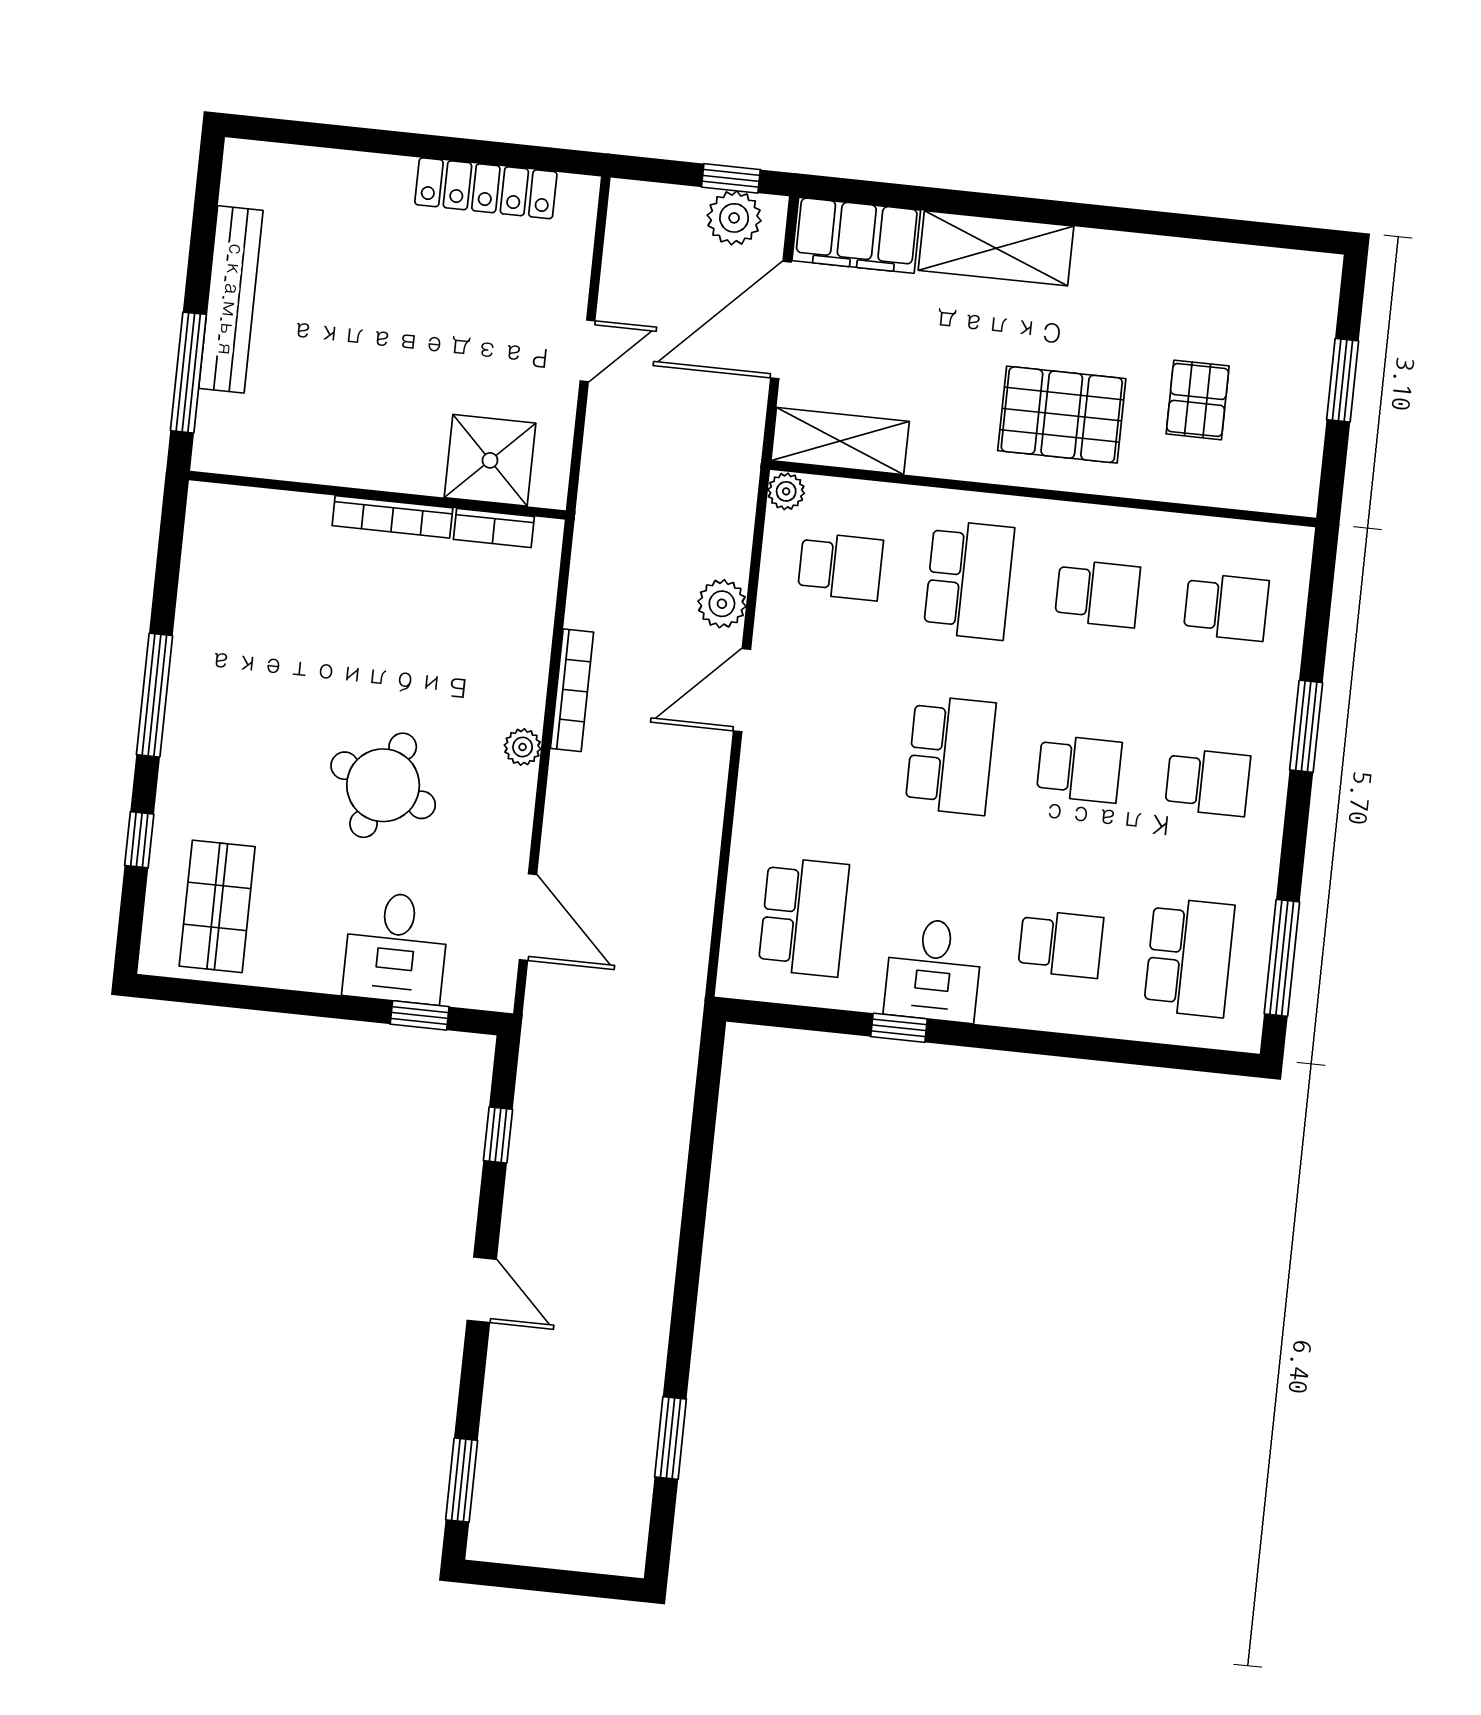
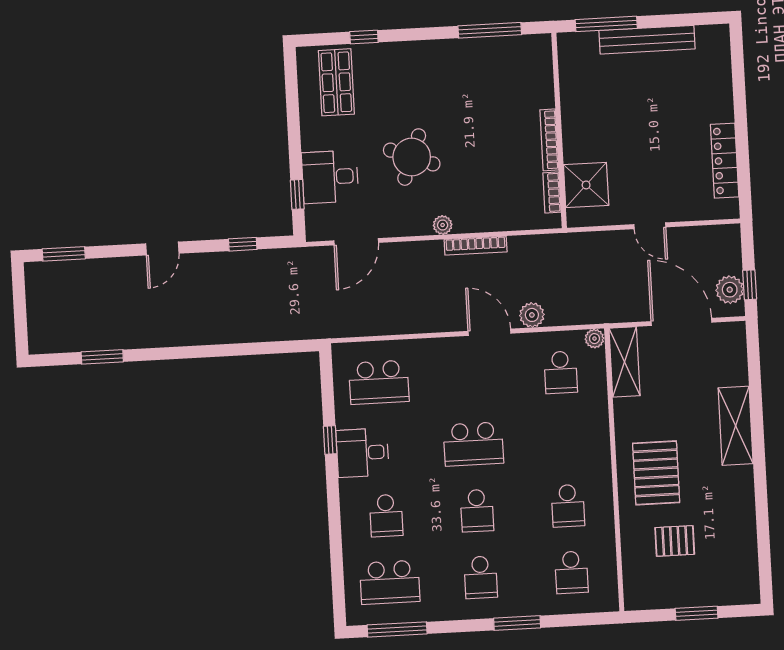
filing cabinet: (856, 235) -> (731, 353), removed
school desk: (969, 580) -> (564, 439), removed
window: (154, 695) -> (490, 30), moved
shop shelf: (217, 906) -> (336, 82), turned 90

